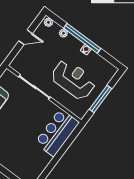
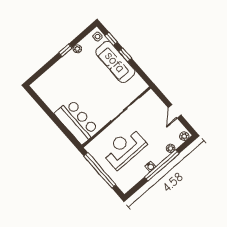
reception desk: (73, 79) -> (124, 148), turned 180
window: (101, 99) -> (100, 170), width x1.46

